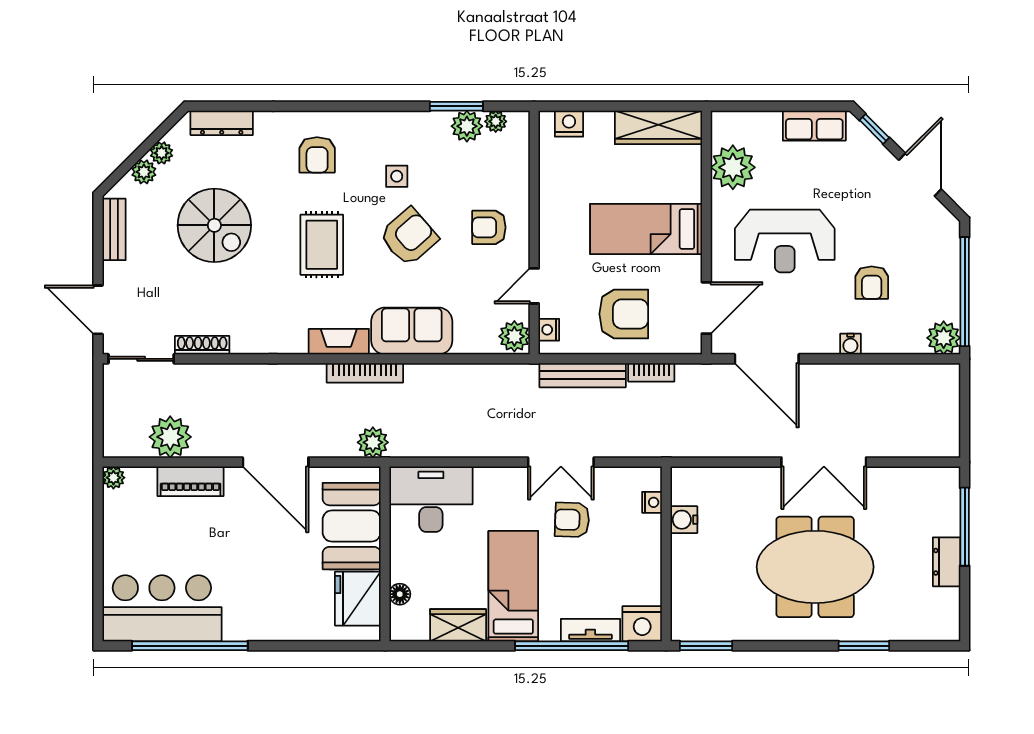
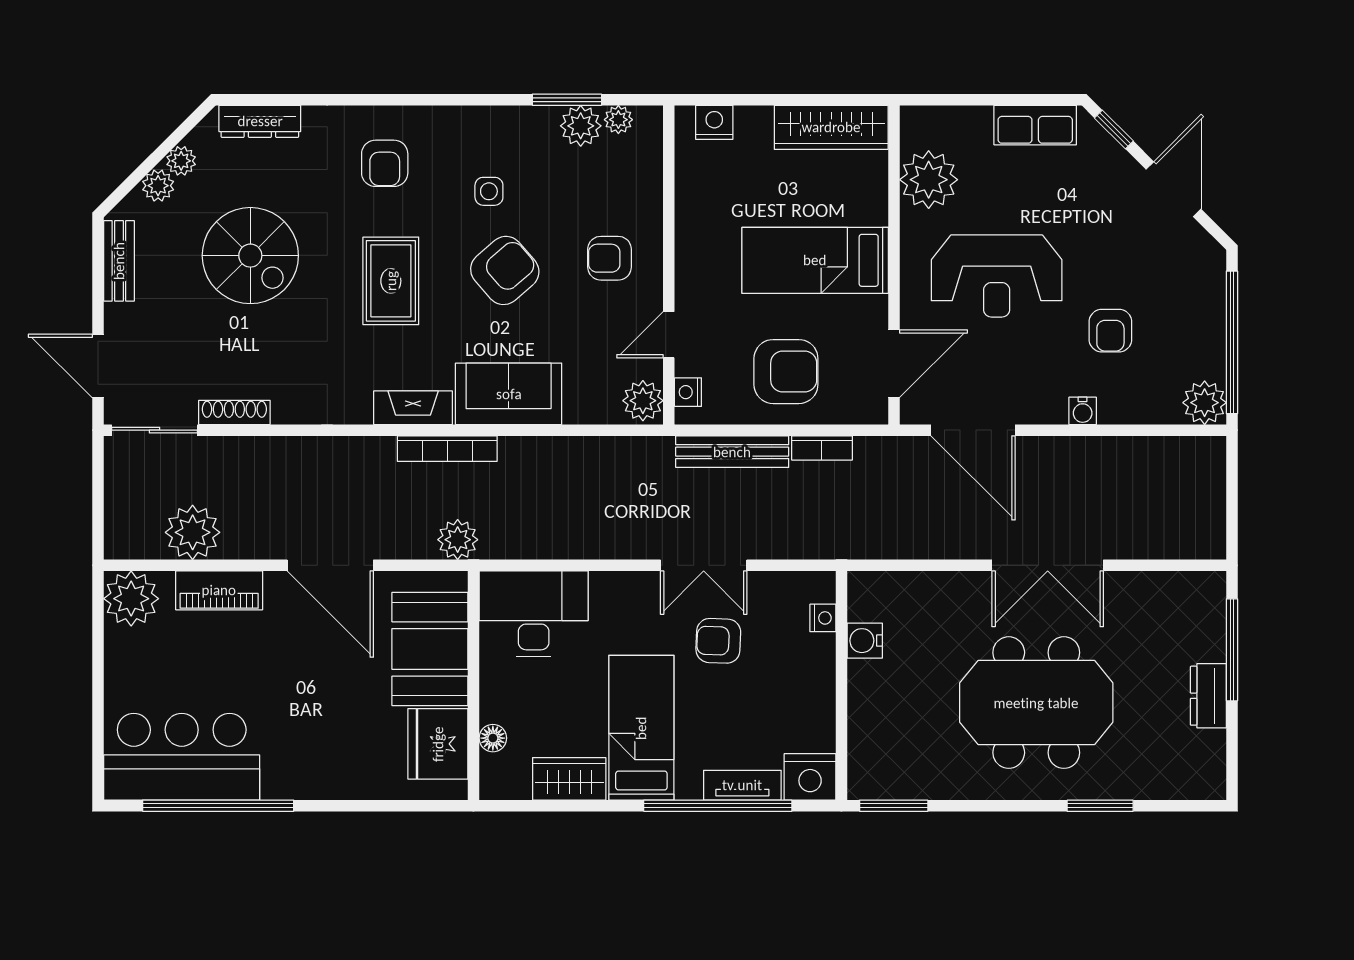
plant: (113, 478) -> (131, 599), width x1.88, depth x1.88

